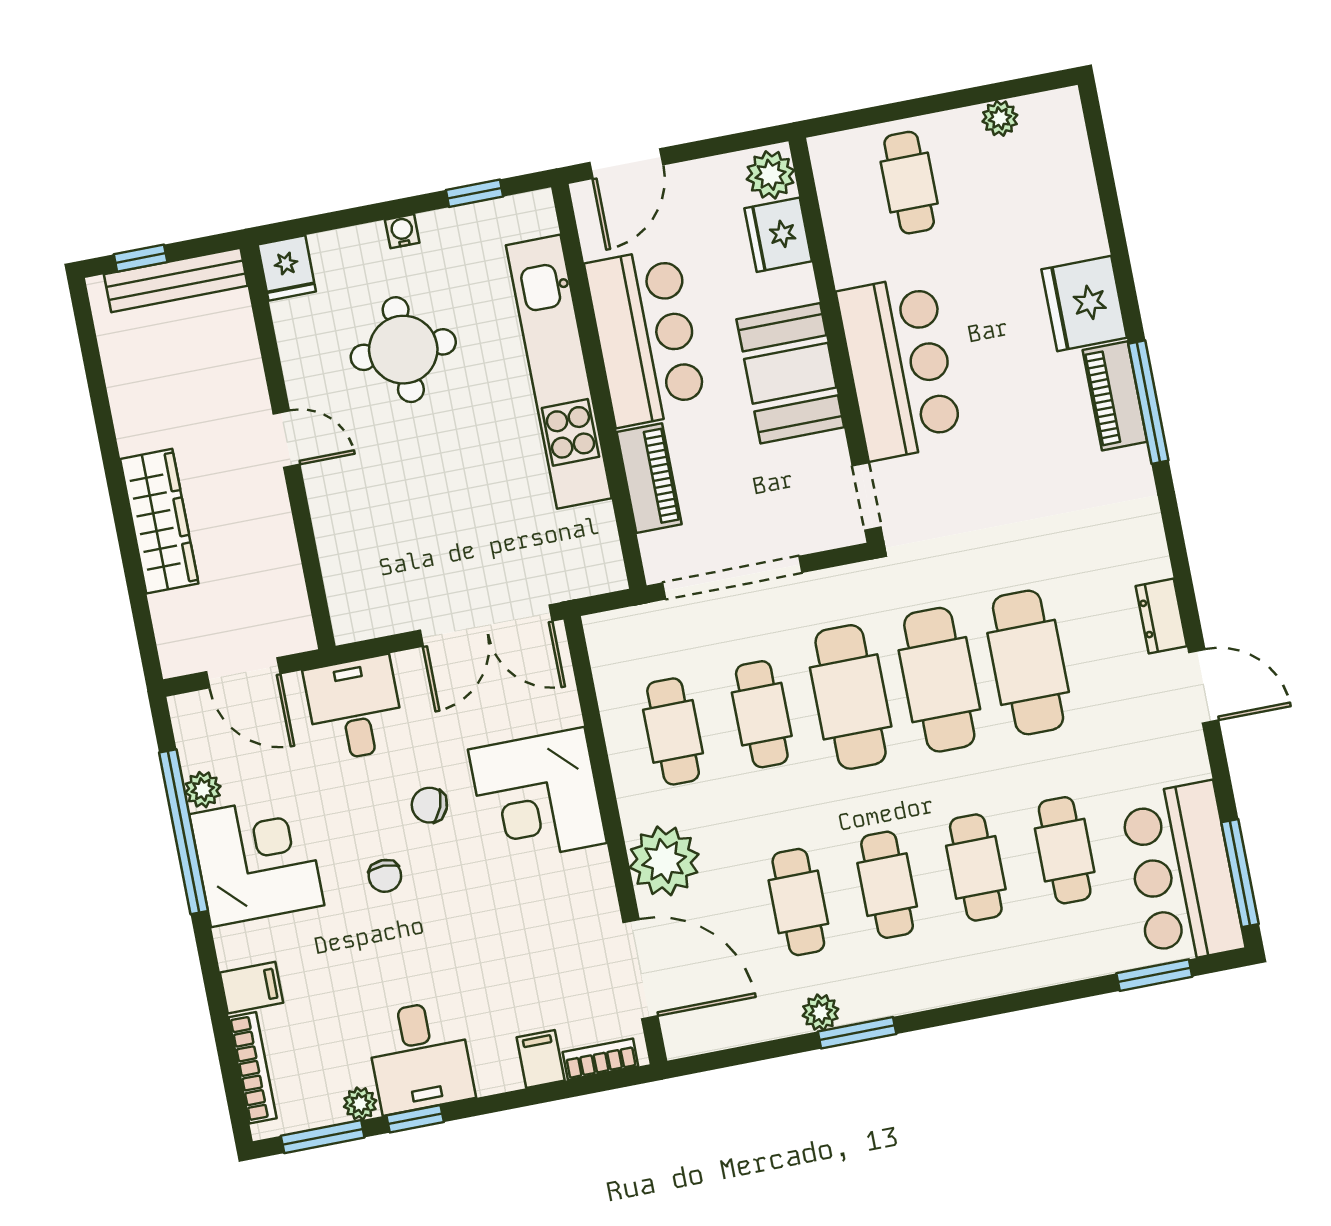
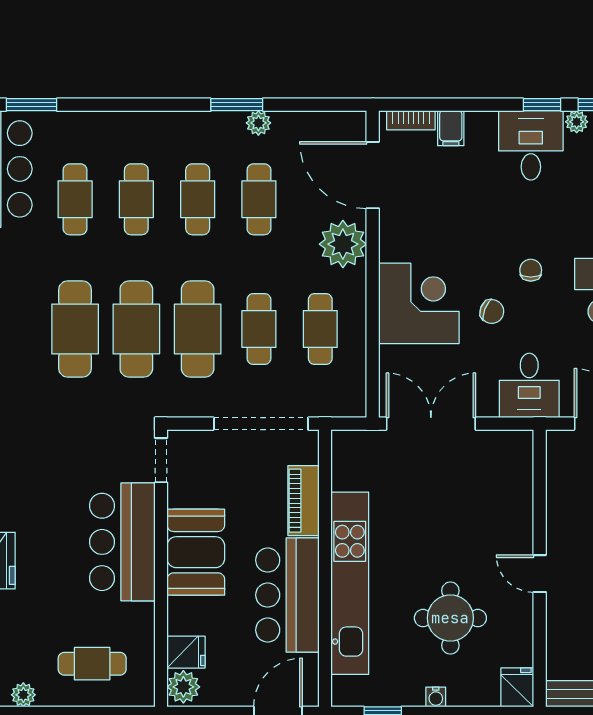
cafe table: (909, 183) -> (92, 664), turned 90
fridge: (778, 235) -> (186, 652), width x0.72

